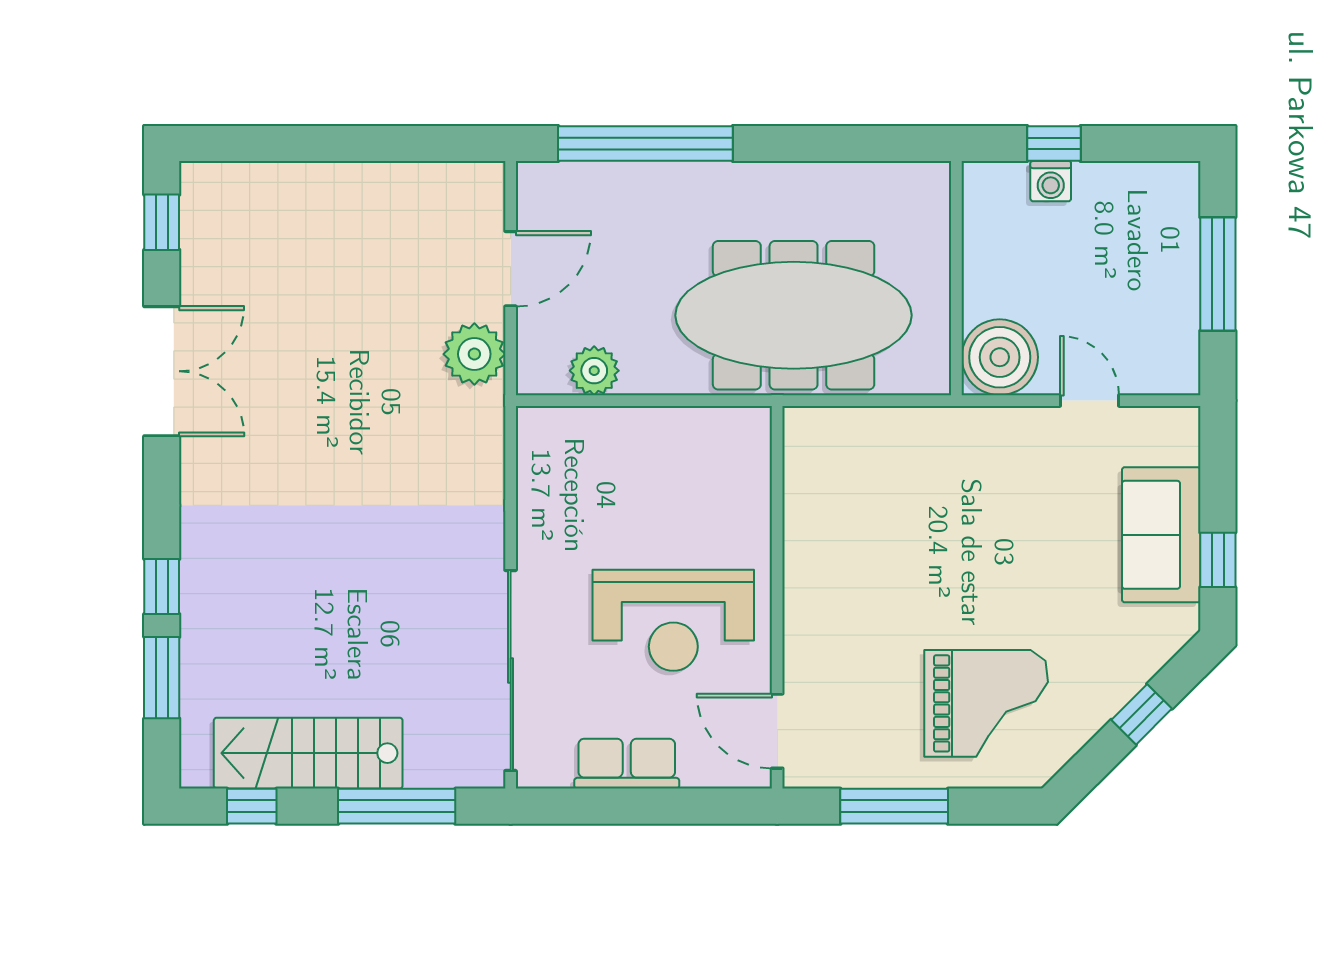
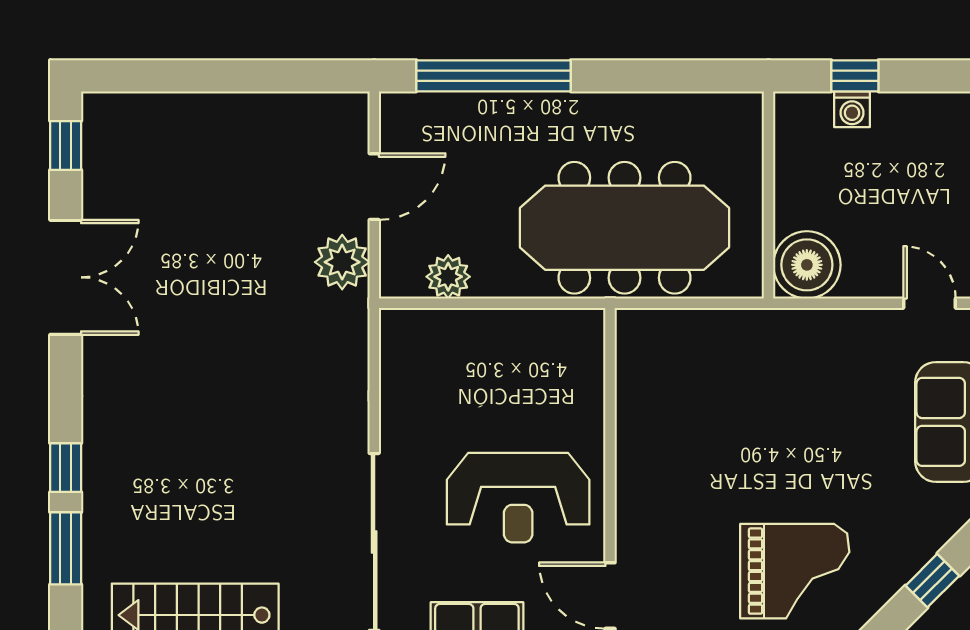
door: (1090, 401) -> (930, 303), moved

